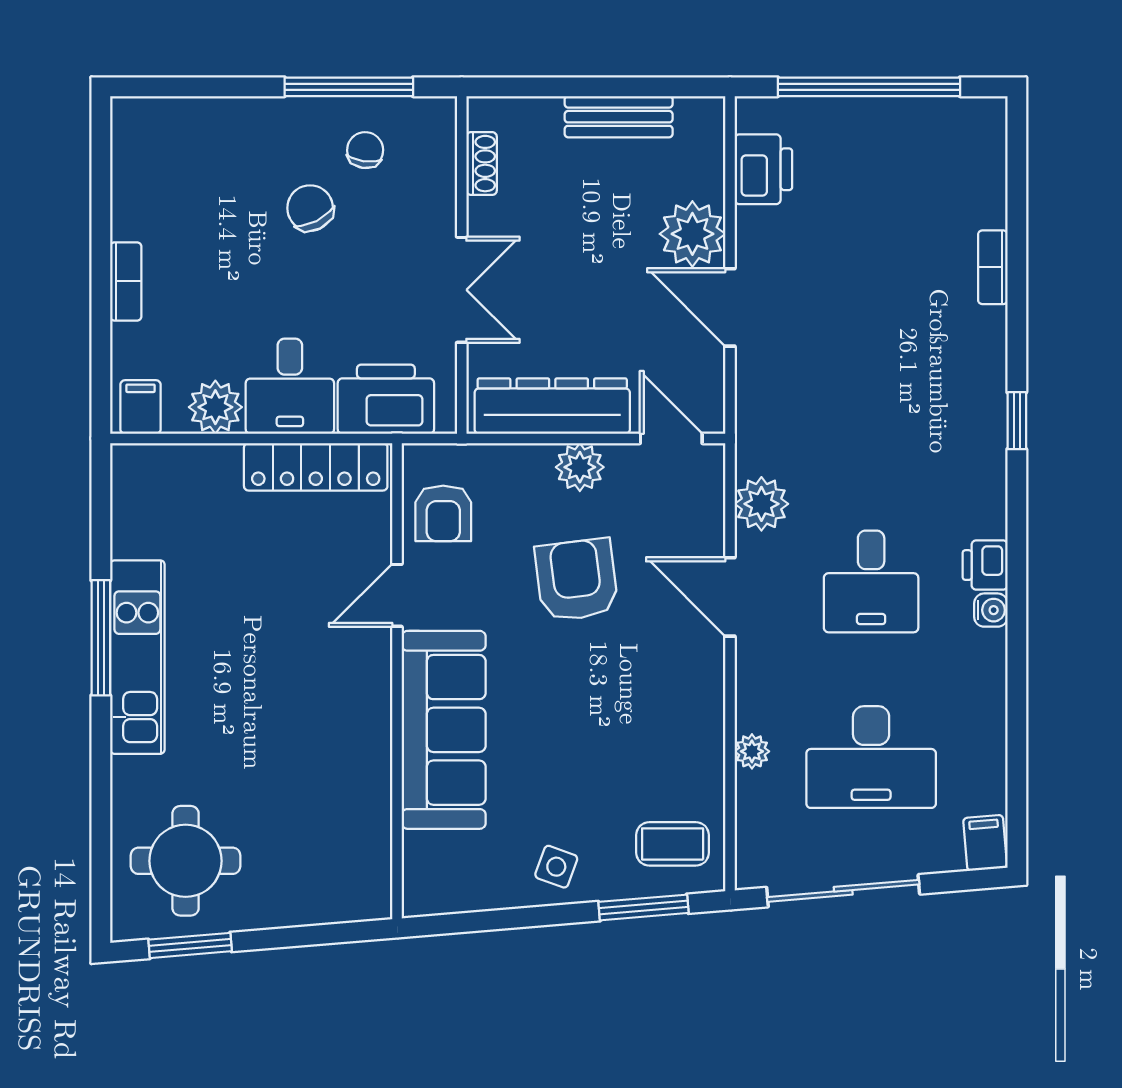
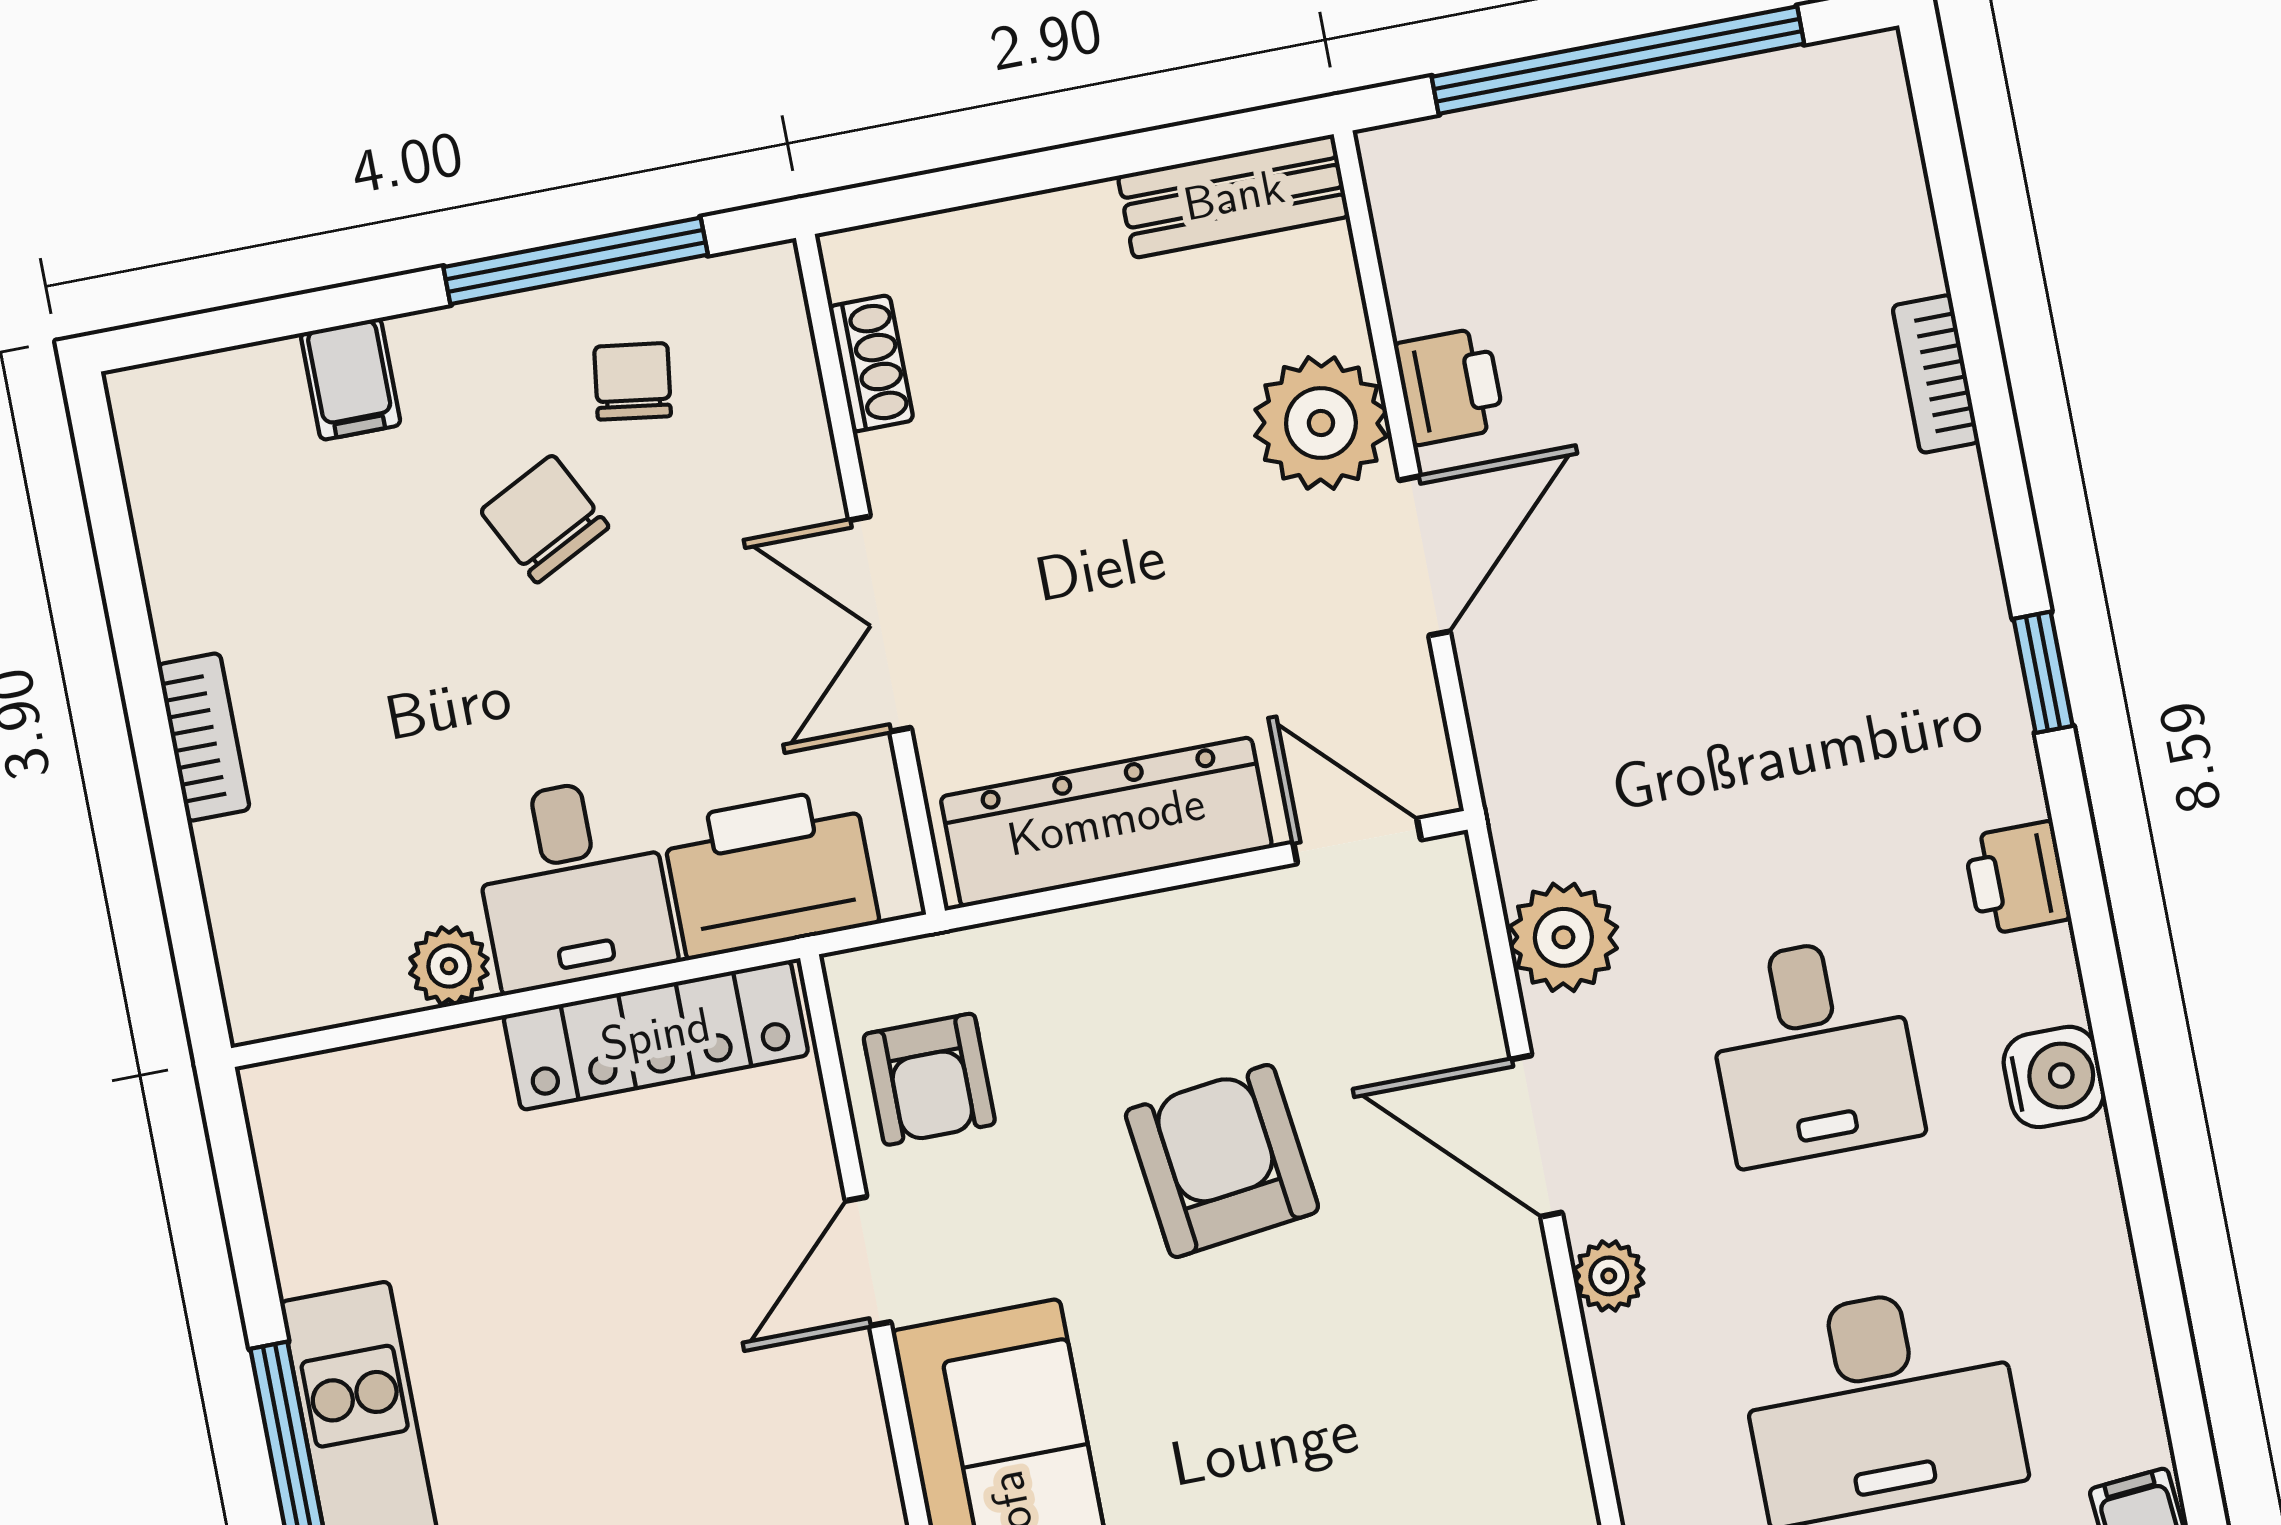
bench: (619, 117) -> (1234, 196), moved
printer: (763, 169) -> (1450, 386), moved, width x0.73, depth x0.81
double door: (462, 290) -> (880, 624), swing flipped
door: (730, 307) -> (1425, 556), swing flipped
filing cabinet: (141, 407) -> (351, 379), moved, turned 180
plant: (215, 407) -> (449, 966), width x0.73, depth x0.73
plant: (580, 467) -> (1185, 934), removed
printer: (985, 565) -> (2017, 878), moved
water cooler: (991, 610) -> (2054, 1077), width x1.38, depth x1.38
plant: (752, 751) -> (1609, 1276), moved

